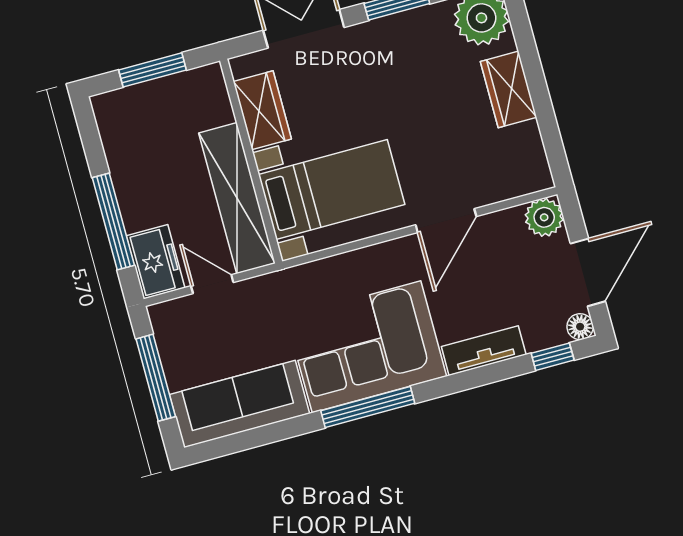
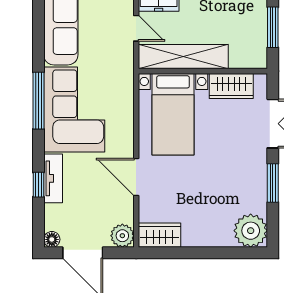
wardrobe: (509, 89) -> (159, 235), moved
door: (212, 284) -> (136, 28), hinge flipped
window: (553, 357) -> (38, 185), moved

